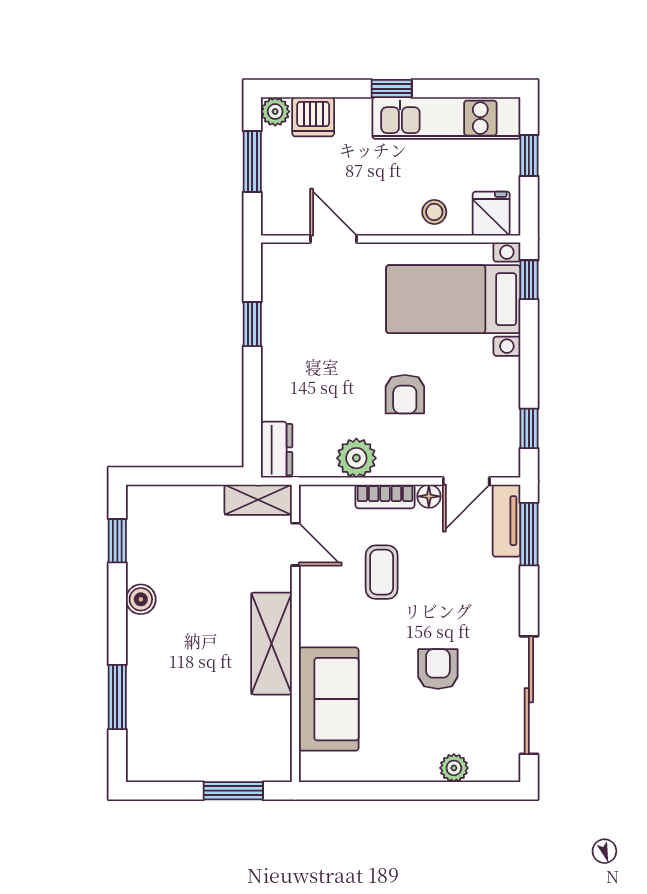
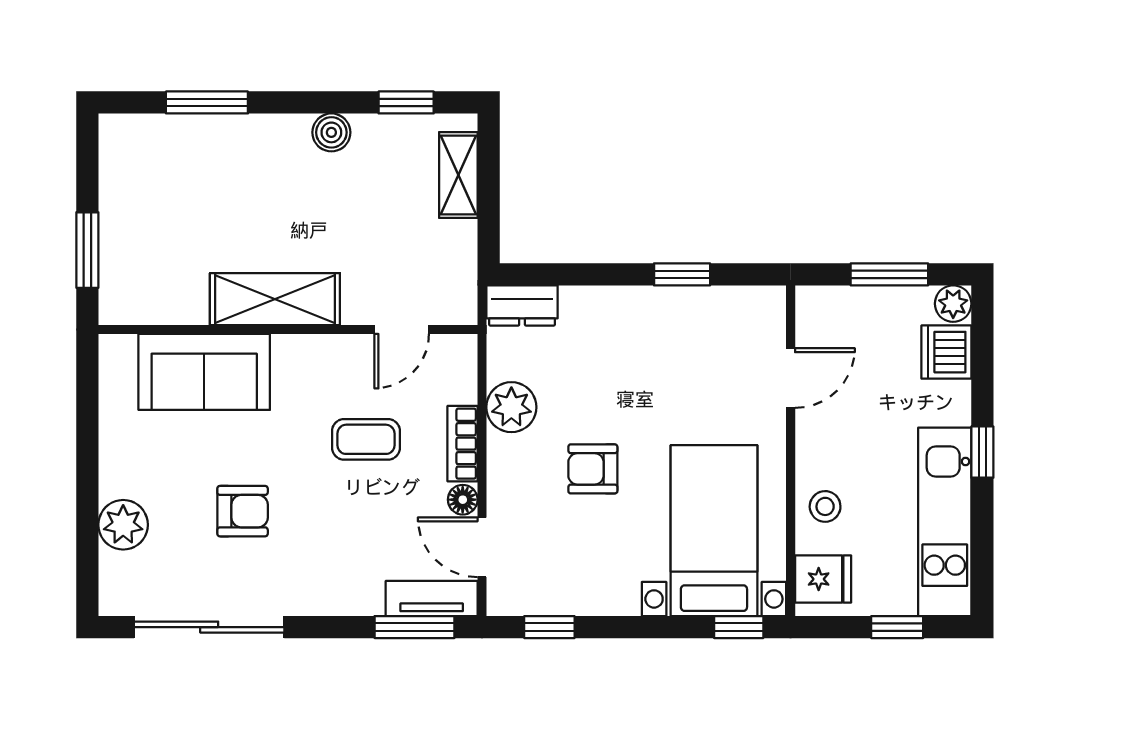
shelving: (258, 500) -> (458, 175), moved
plant: (454, 768) -> (123, 525), width x1.38, depth x1.38

